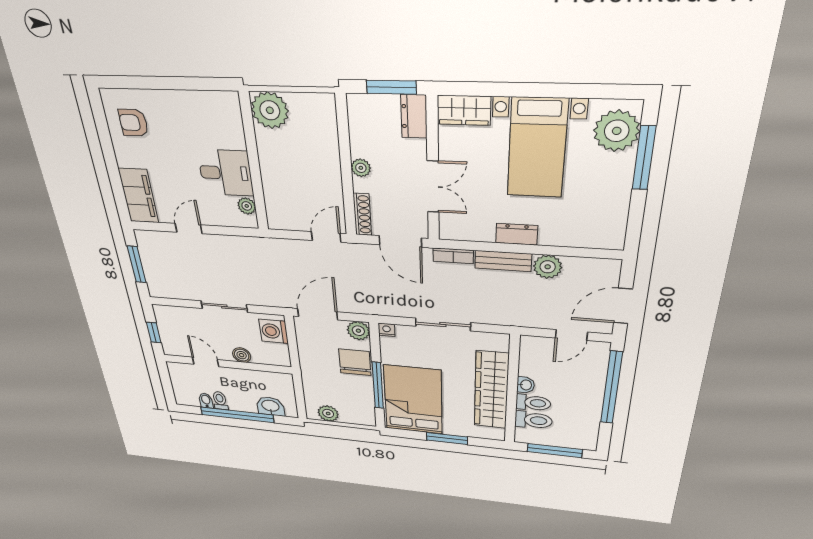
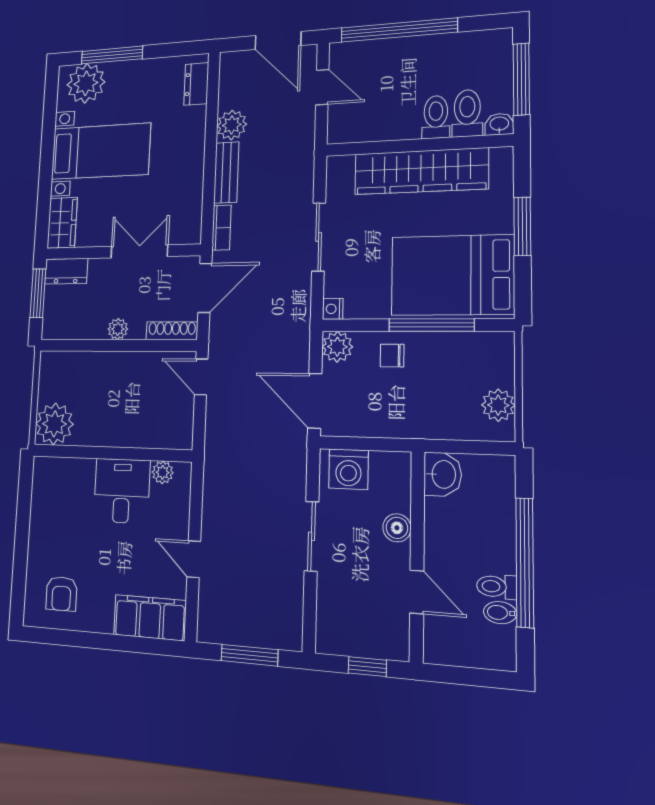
dresser: (517, 234) -> (196, 84), moved
door: (206, 362) -> (417, 592), swing flipped
chair: (355, 362) -> (392, 356), width x0.54, depth x0.54
washbasin: (526, 385) -> (499, 124), moved
washbasin: (270, 406) -> (443, 474), moved, turned 180

